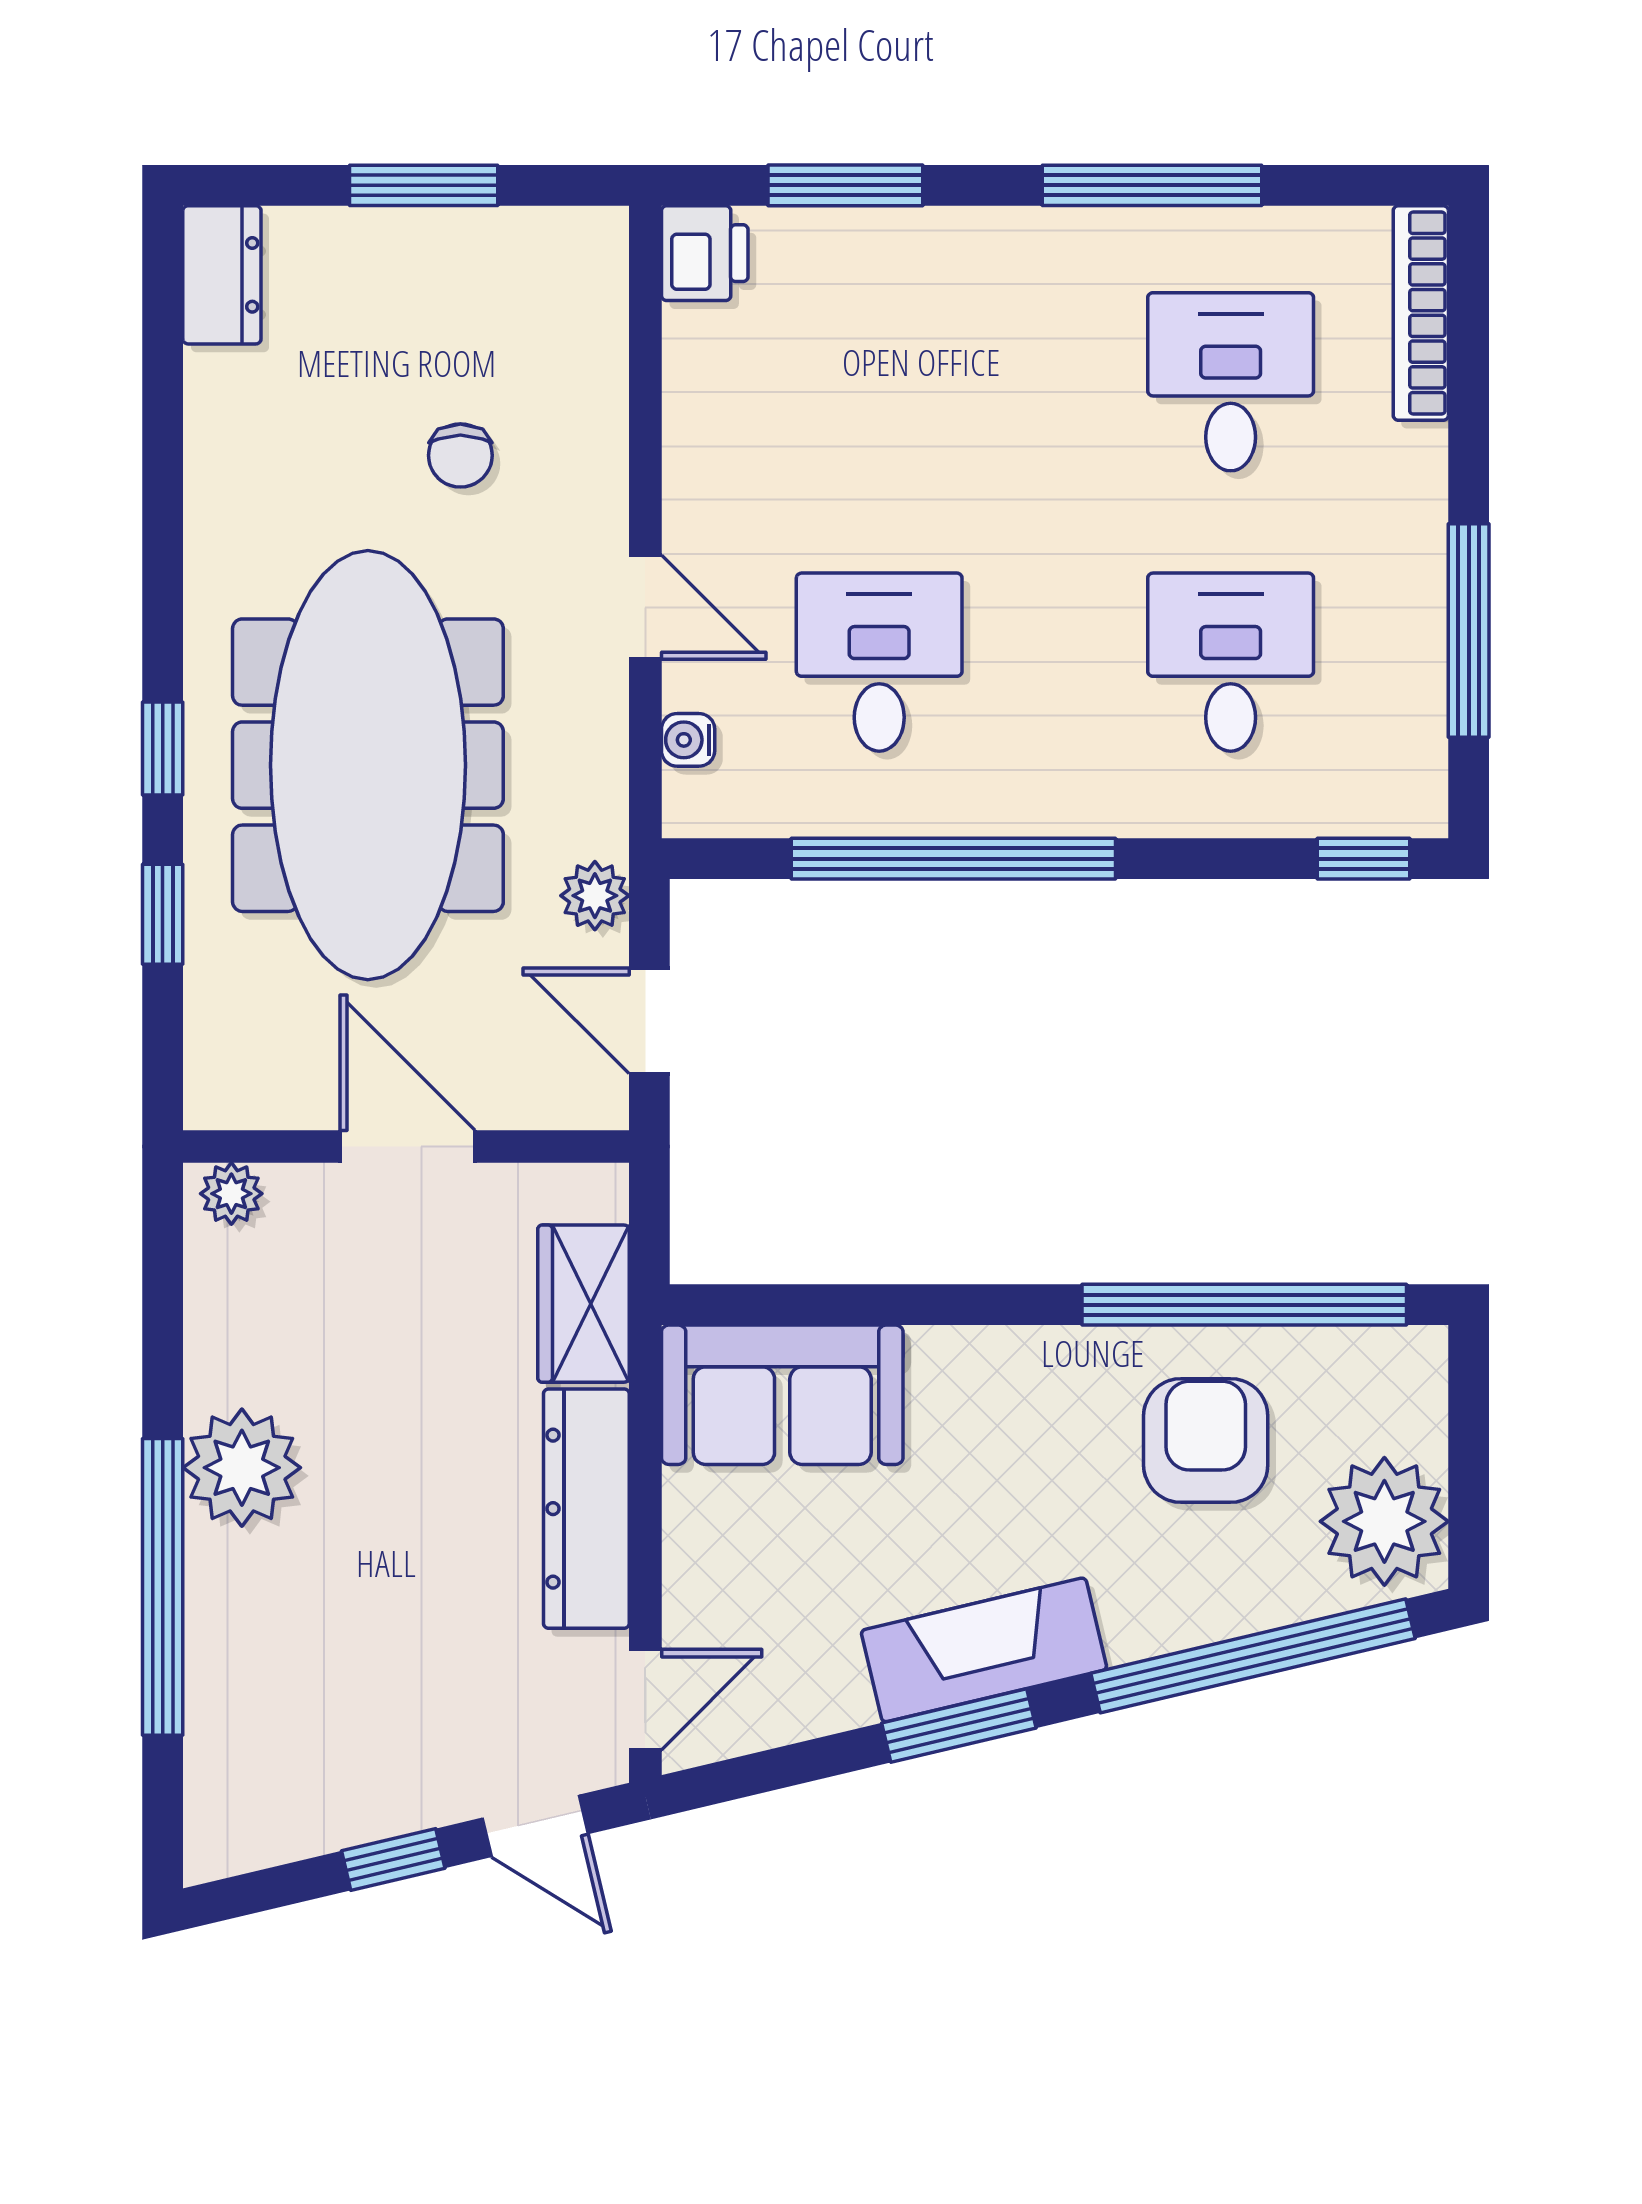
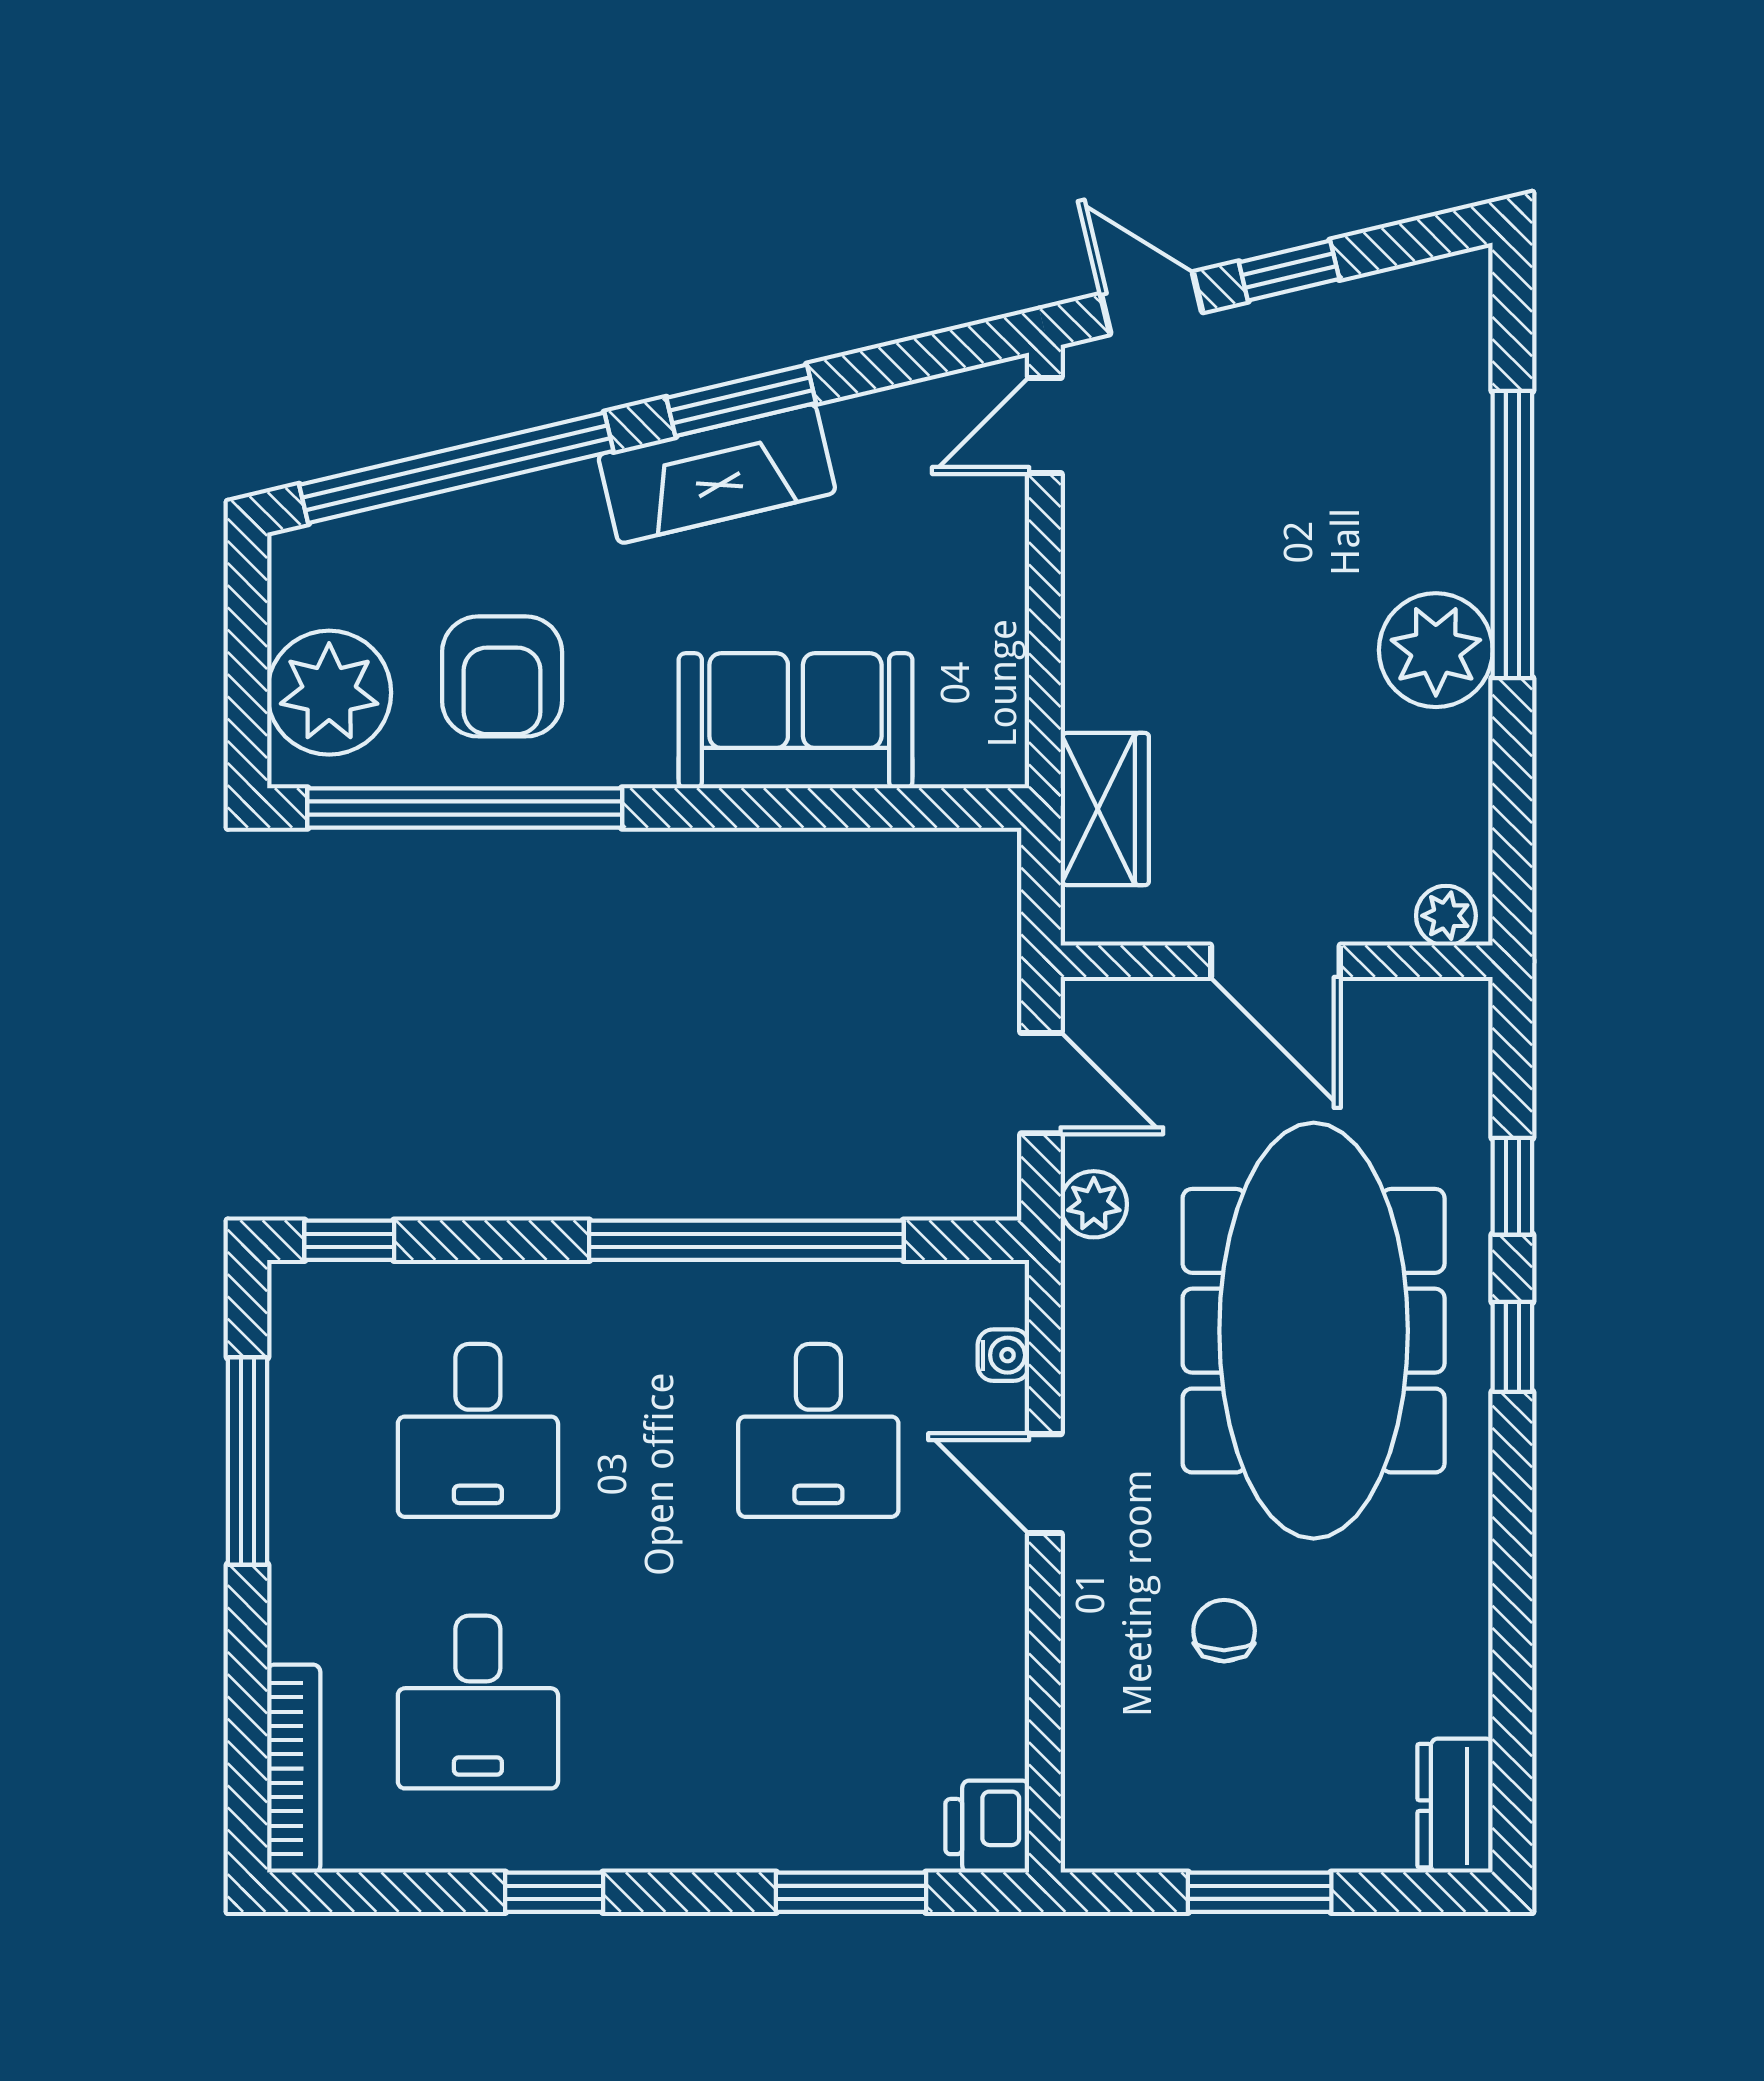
window: (1152, 185) -> (554, 1892), width x0.46
sofa: (782, 1395) -> (795, 721), moved
dresser: (586, 1509) -> (1102, 610), removed
plant: (1384, 1521) -> (329, 693), moved

